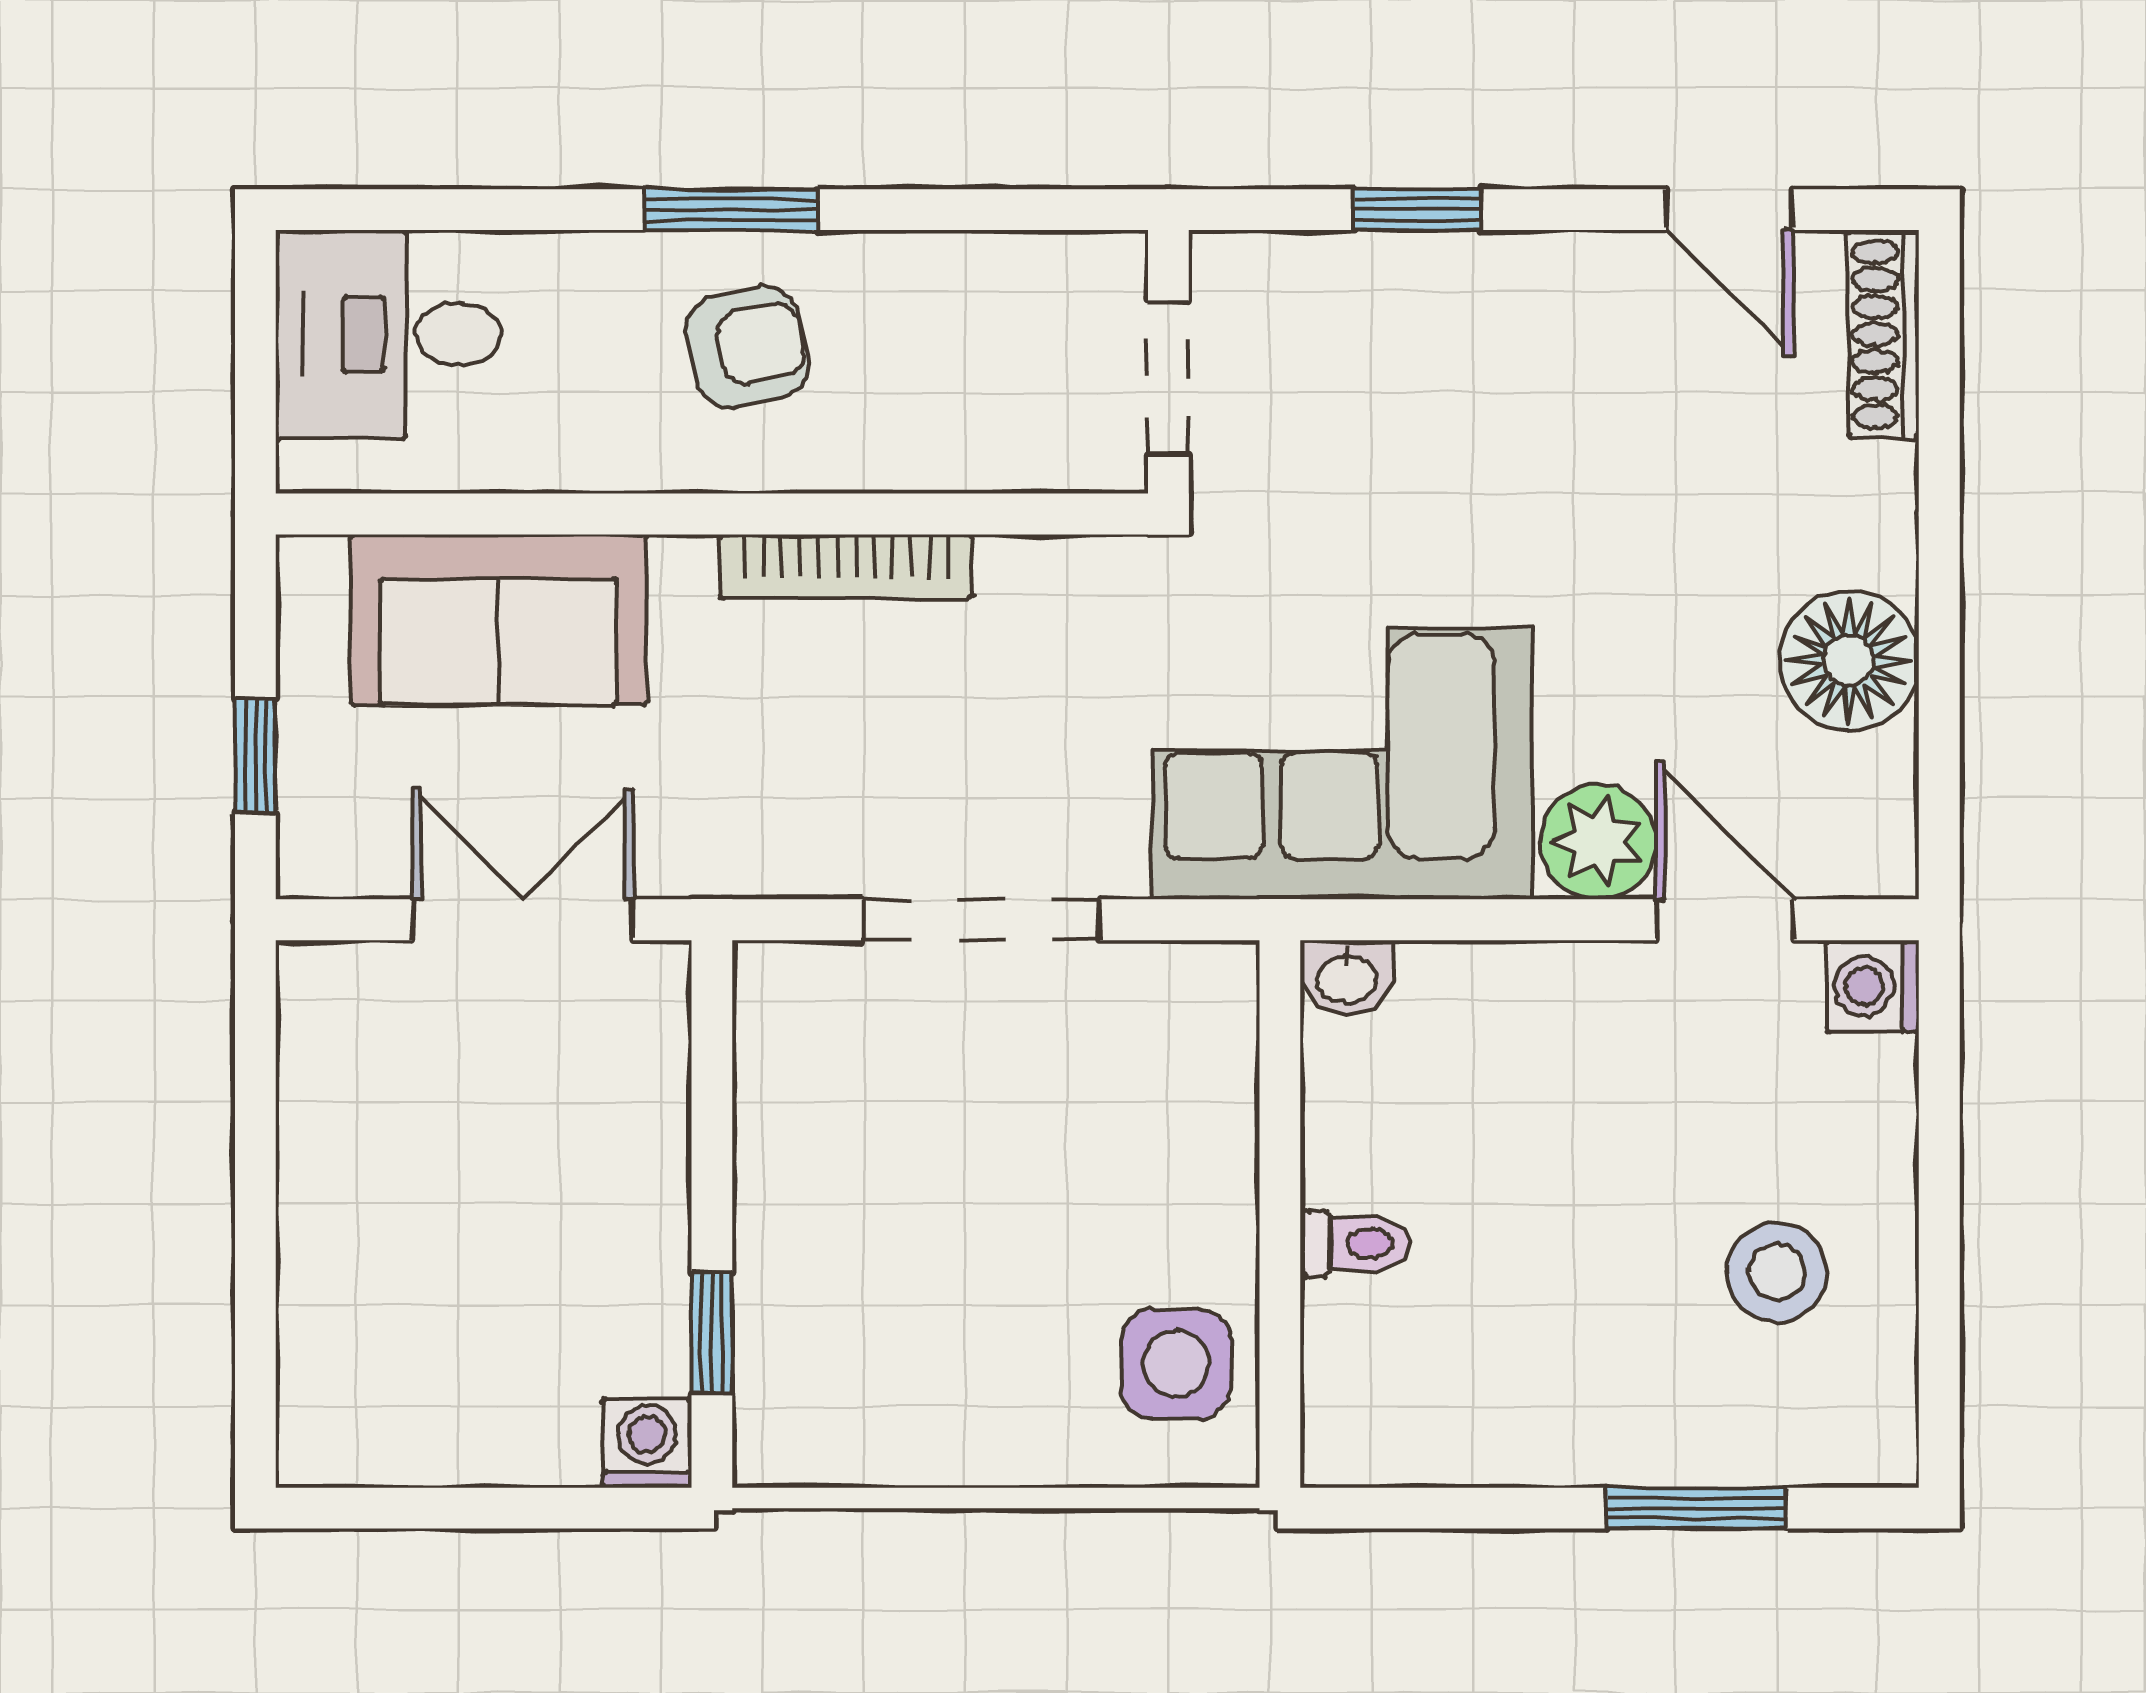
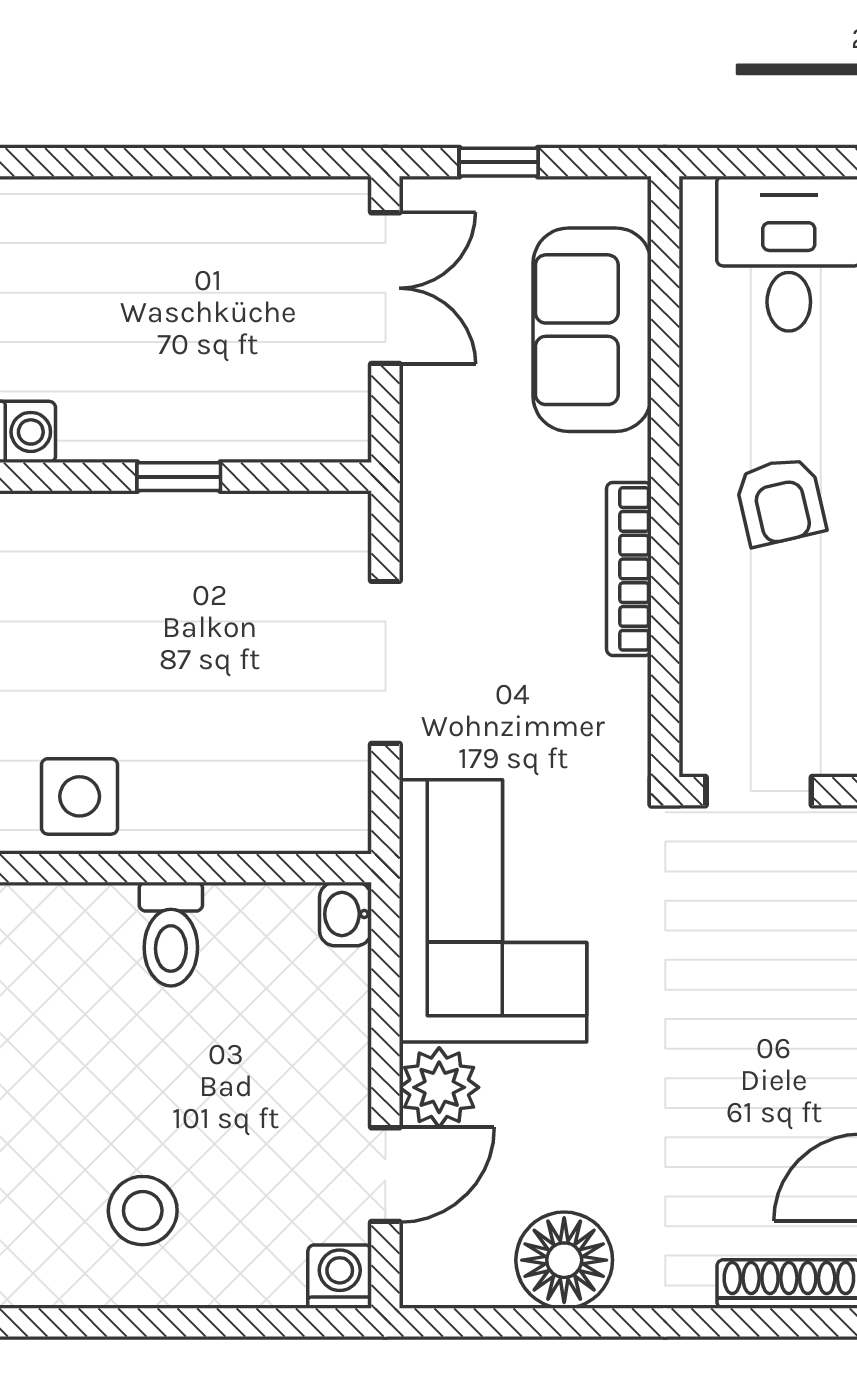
double door: (523, 920) -> (385, 288), moved
toilet: (1355, 1244) -> (171, 934), width x1.37, depth x1.39
window: (712, 1333) -> (179, 477), moved

